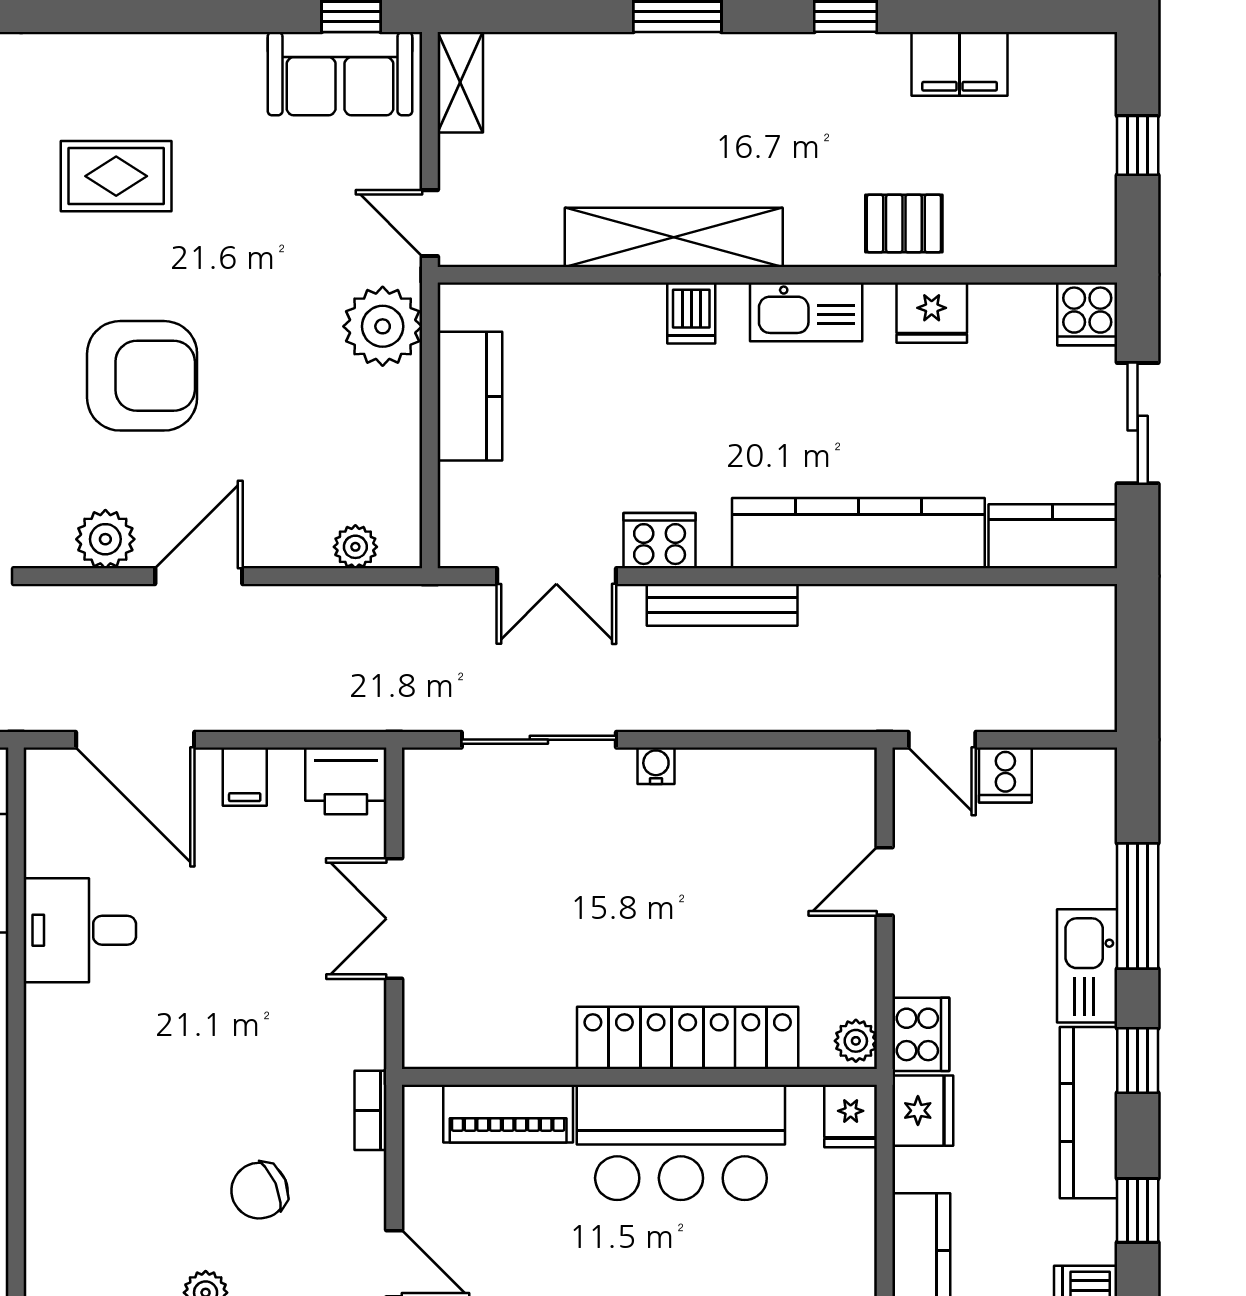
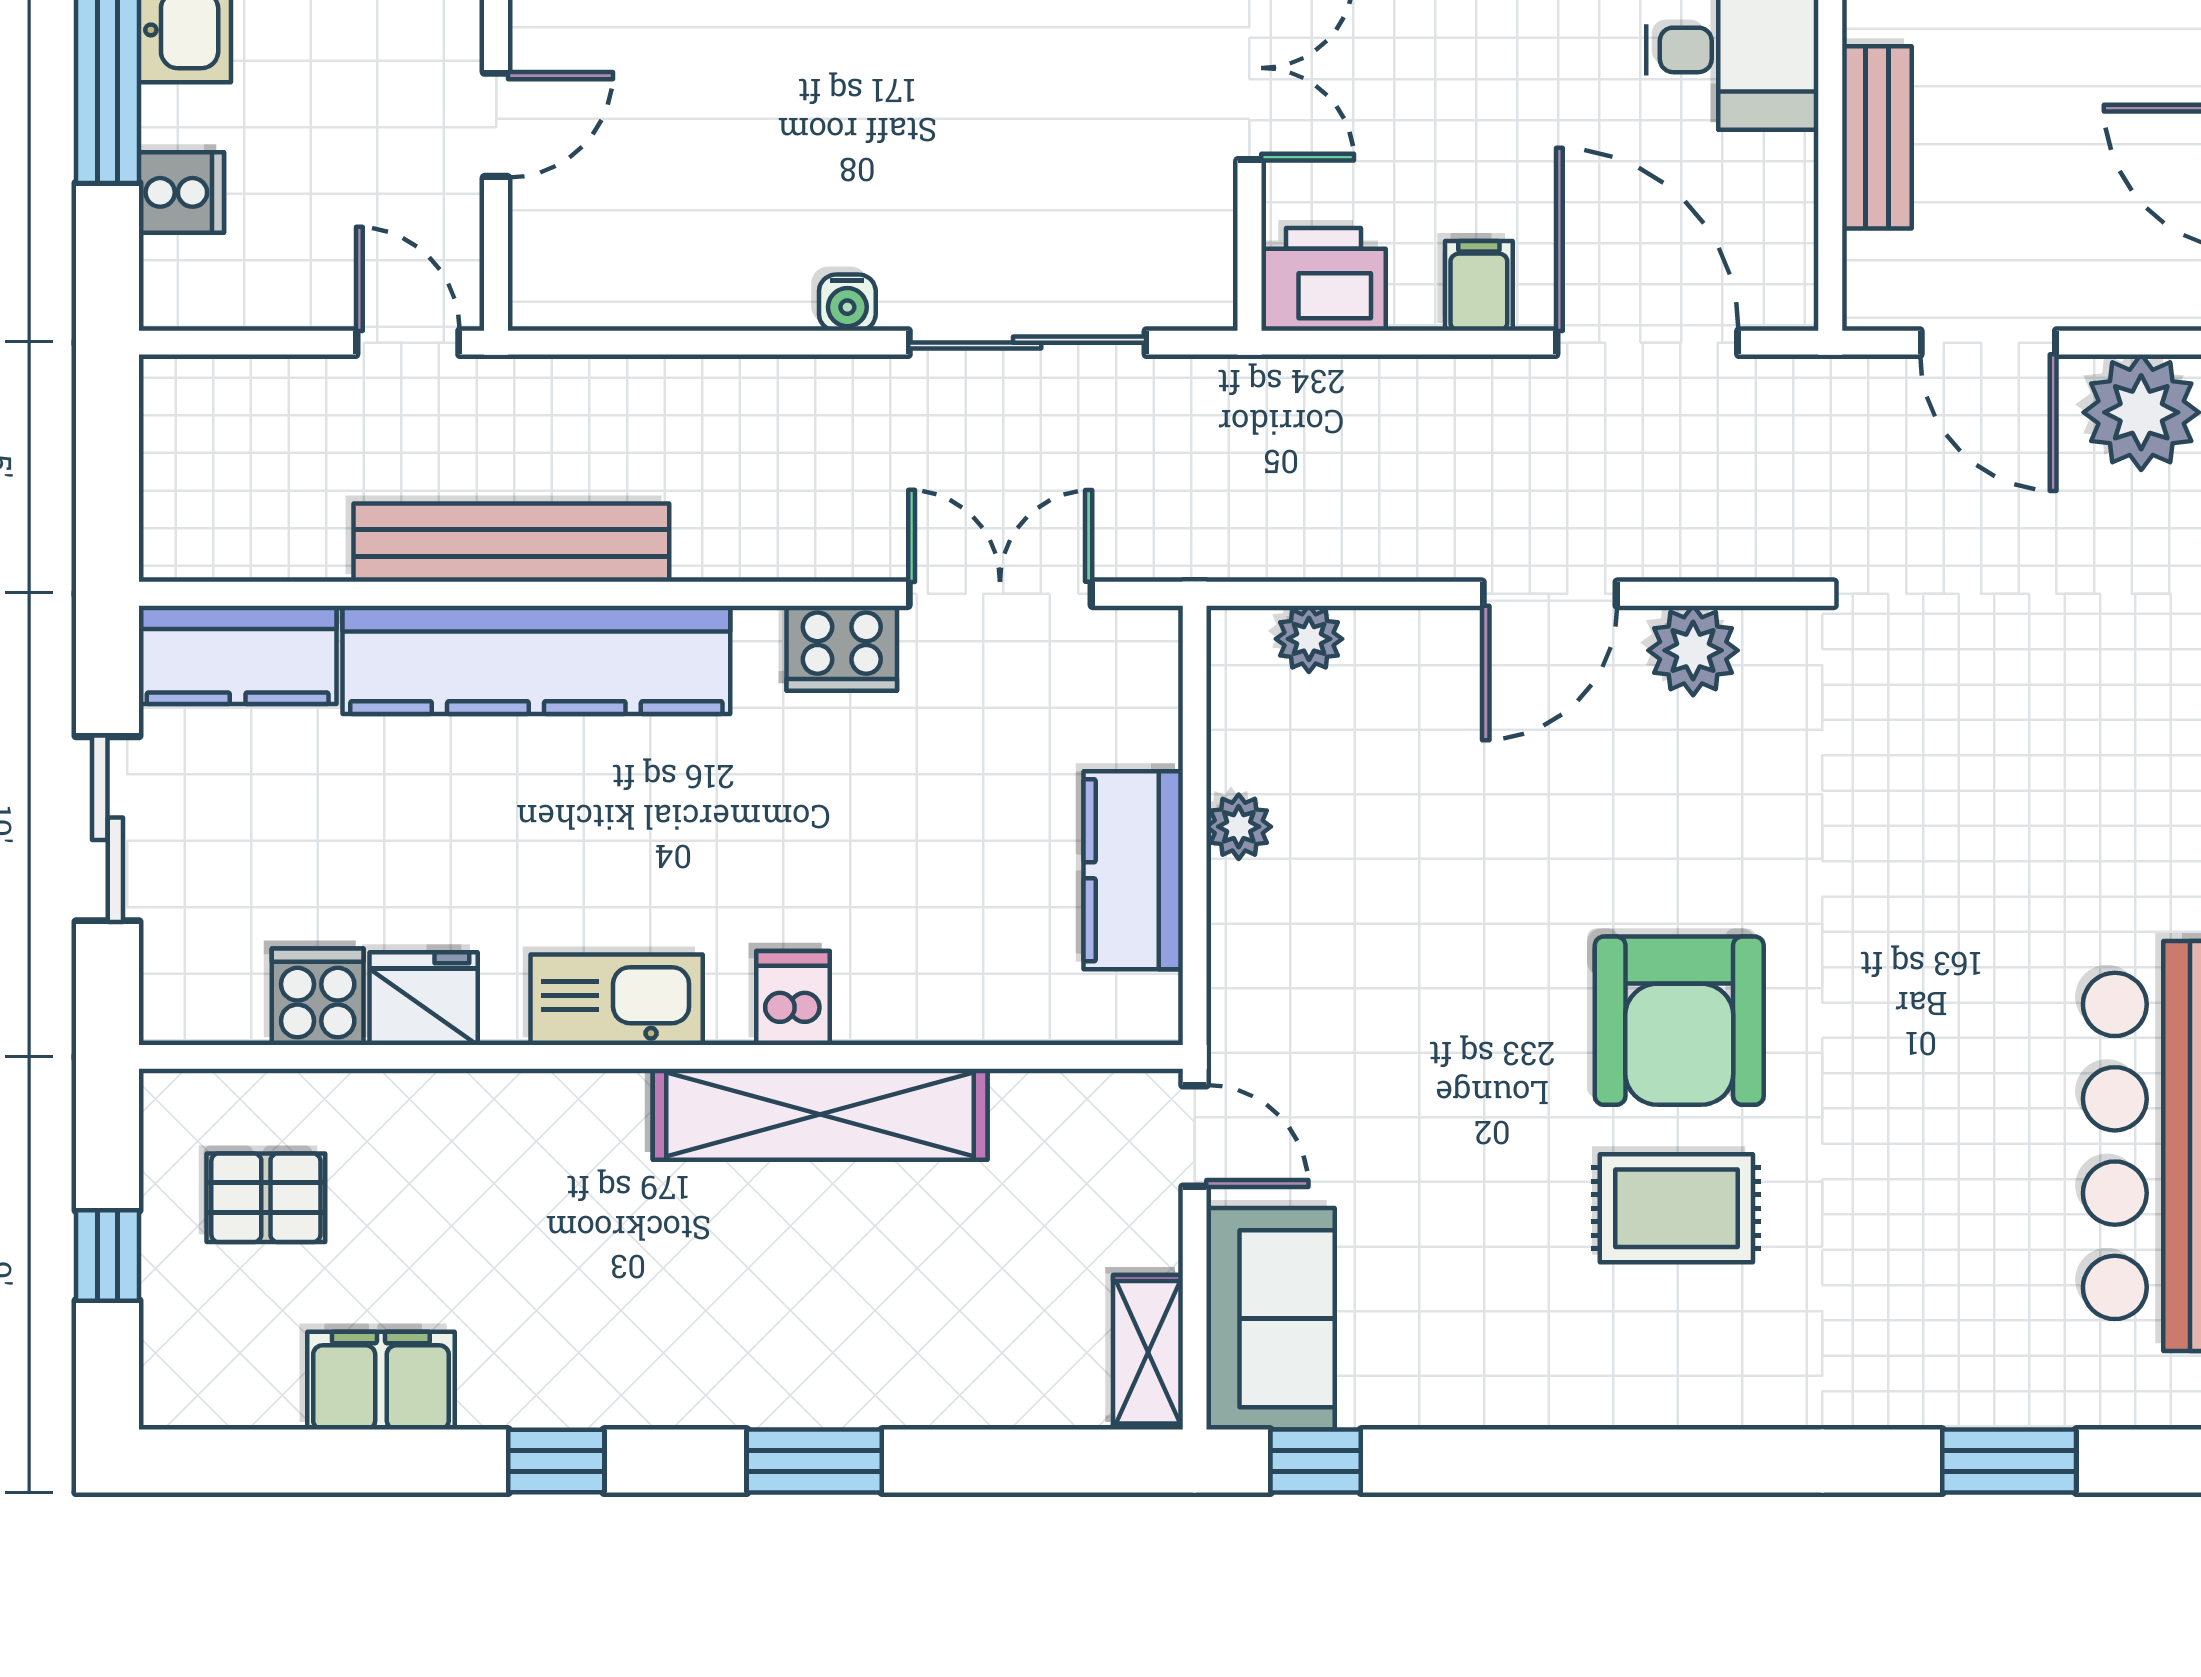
sofa: (340, 74) -> (1270, 1319), moved, turned 90
pallet: (904, 223) -> (266, 1198), moved
cooker: (1087, 314) -> (318, 997), moved
plant: (383, 326) -> (1239, 827), moved, width x0.53, depth x0.53
armchair: (142, 376) -> (1679, 1021), moved, turned -90
bench: (722, 605) -> (511, 543), moved, width x1.37, depth x1.21
cooker: (1005, 775) -> (181, 192), moved, turned 90

